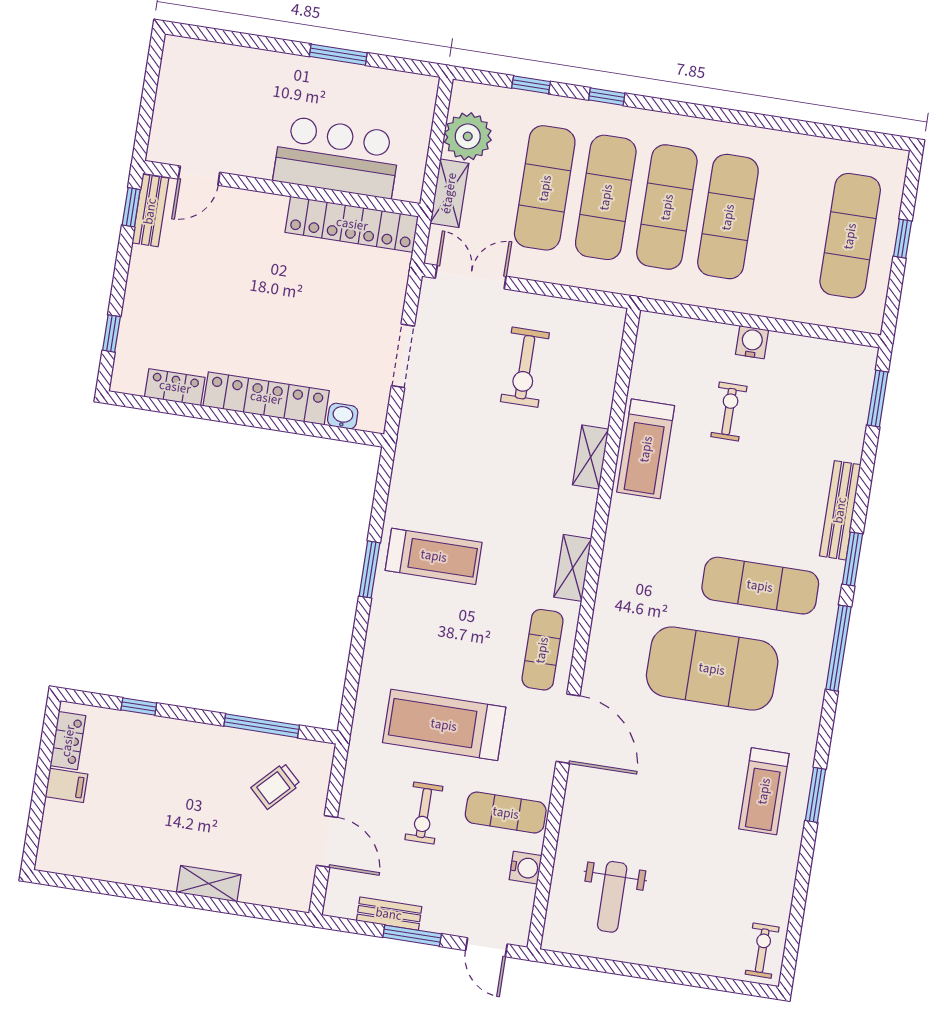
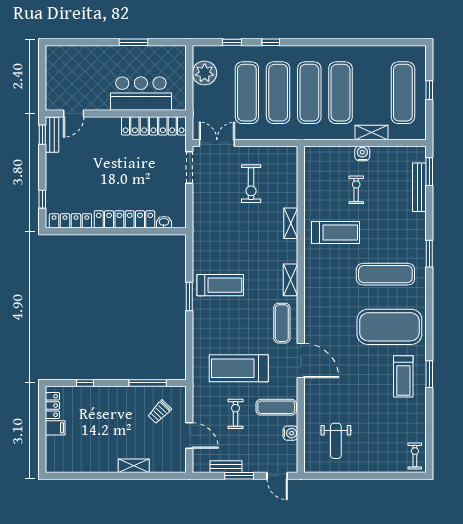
shelving: (449, 193) -> (371, 132), moved, turned 90
doorway: (403, 356) -> (189, 168), moved
locker: (175, 387) -> (70, 221), width x1.53
treadmill: (646, 449) -> (335, 232), moved, turned -90
bench: (840, 510) -> (419, 187), moved
window: (838, 648) -> (429, 299), removed
exercise mat: (712, 669) -> (389, 327), moved
exercise bike: (424, 813) -> (235, 414), turned 180

